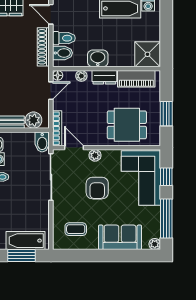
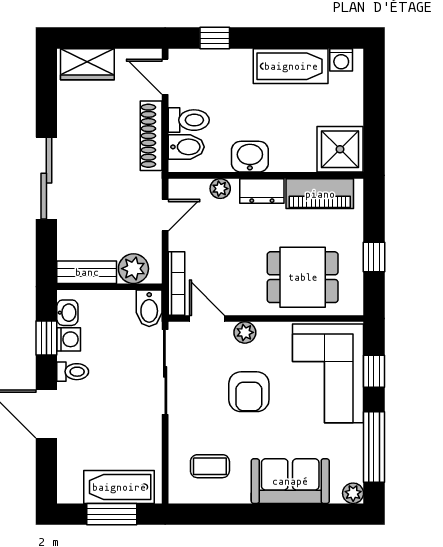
floor lamp: (58, 75) -> (177, 187), removed
window: (166, 114) -> (374, 257), width x0.67

